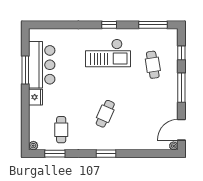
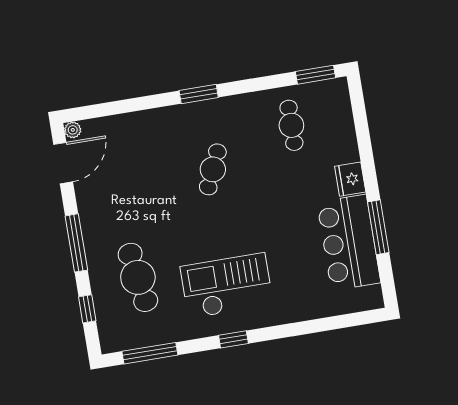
cafe table: (153, 65) -> (138, 277), width x1.37, depth x1.35
plant: (33, 146) -> (339, 86), removed
window: (55, 154) -> (316, 75), moved

